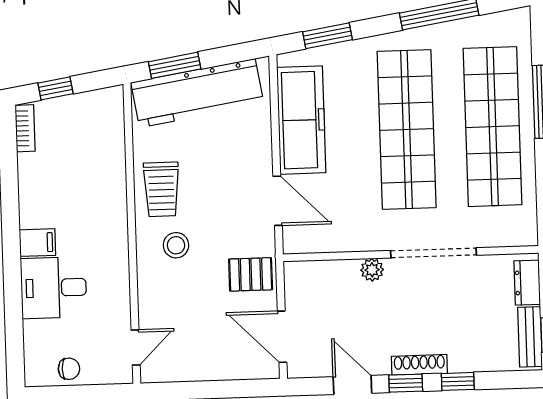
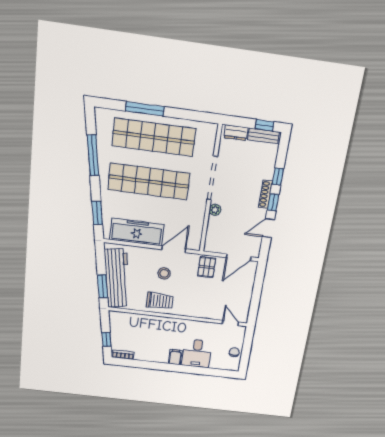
stool: (176, 245) -> (164, 273), moved

